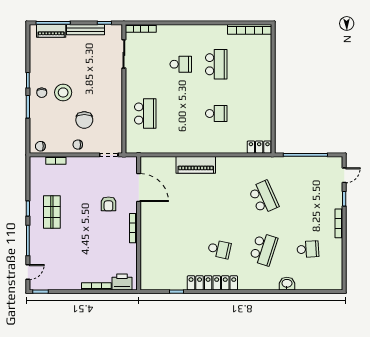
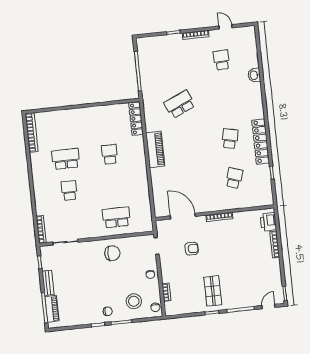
bench: (86, 30) -> (48, 283), width x0.73
stool: (63, 92) -> (134, 301), moved
chair: (84, 120) -> (112, 253), moved
locker: (259, 147) -> (136, 119), width x1.53
piano: (196, 165) -> (155, 149), moved
door: (344, 175) -> (226, 27), moved
door: (139, 188) -> (183, 216), hinge flipped
armchair: (108, 204) -> (192, 249), moved
shop shelf: (52, 212) -> (213, 291), turned 90
school desk: (264, 249) -> (234, 178), moved, width x0.54
door: (28, 272) -> (268, 307), hinge flipped

